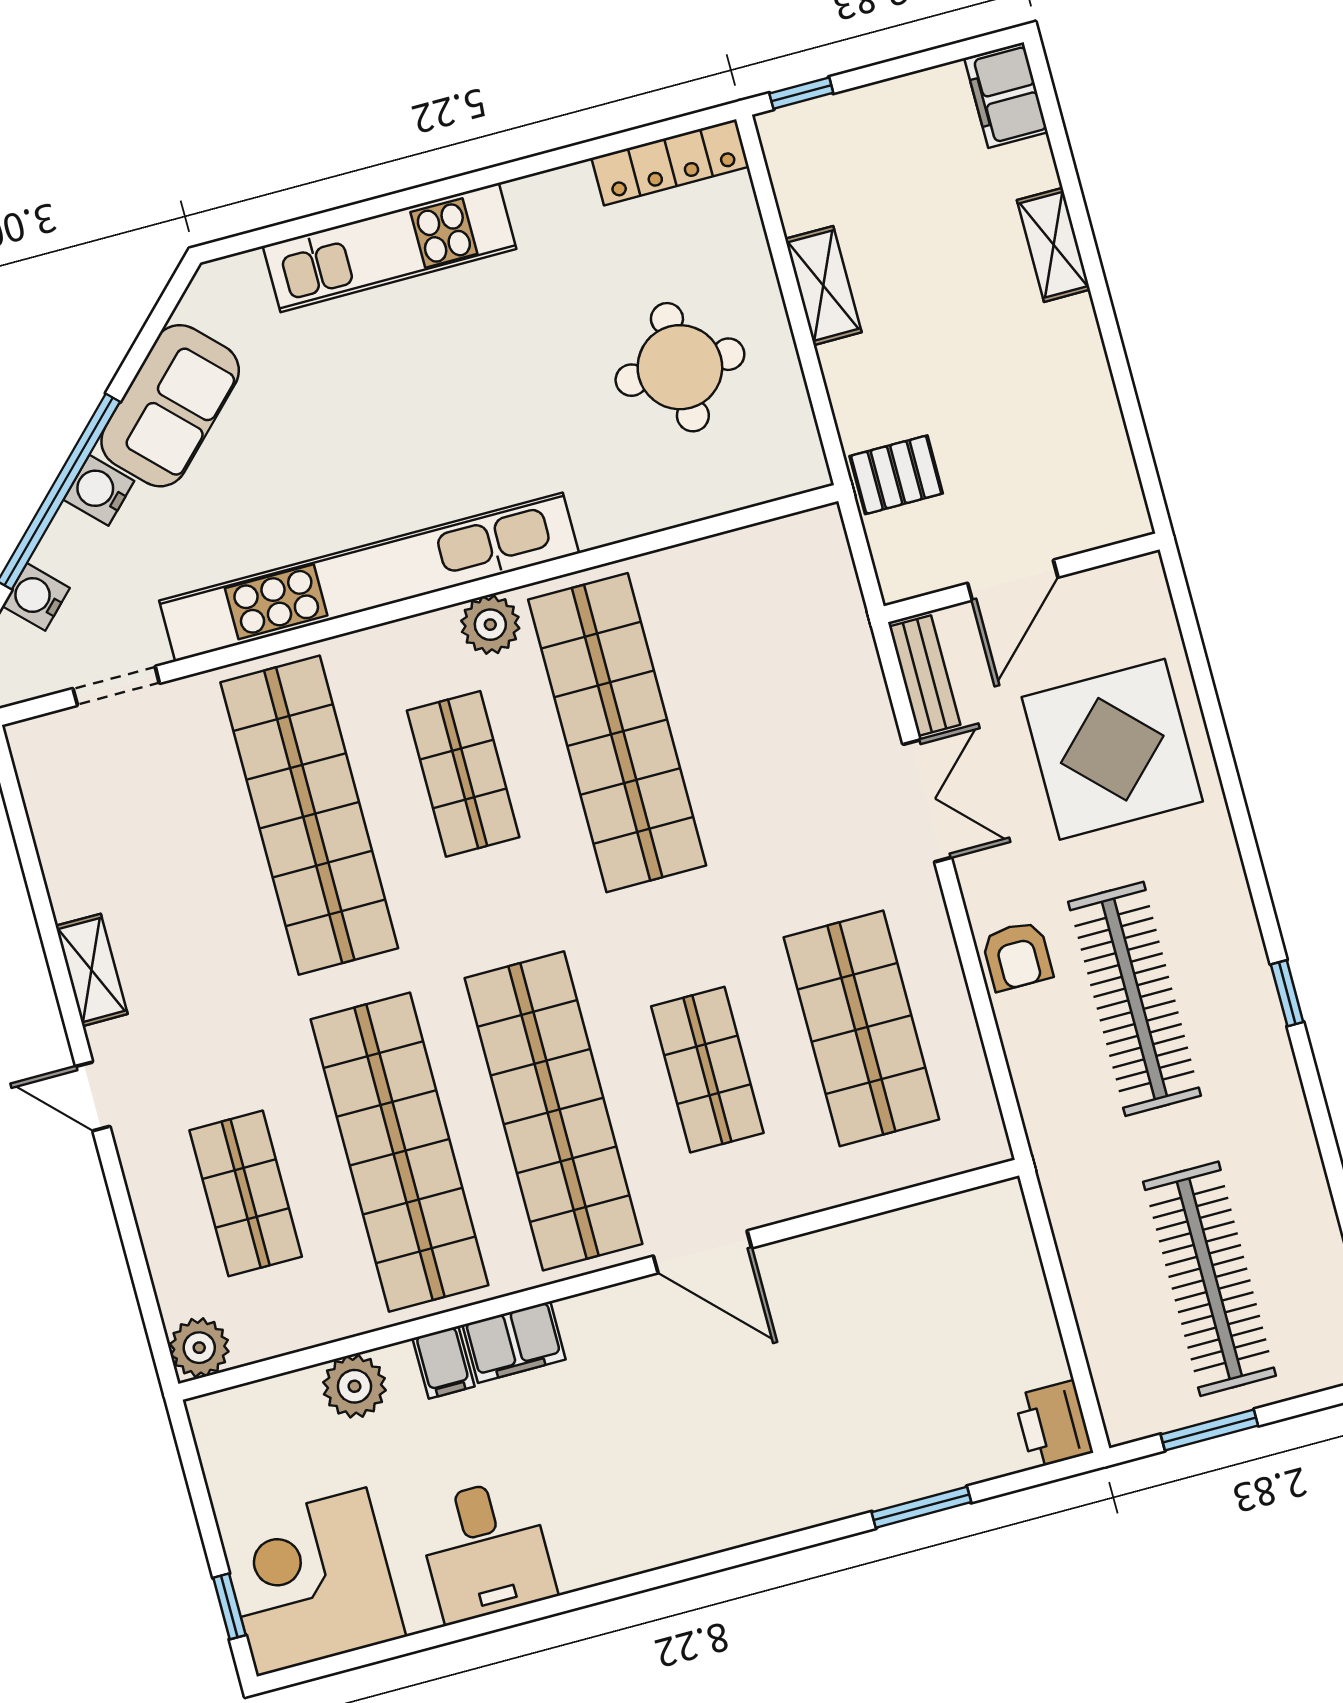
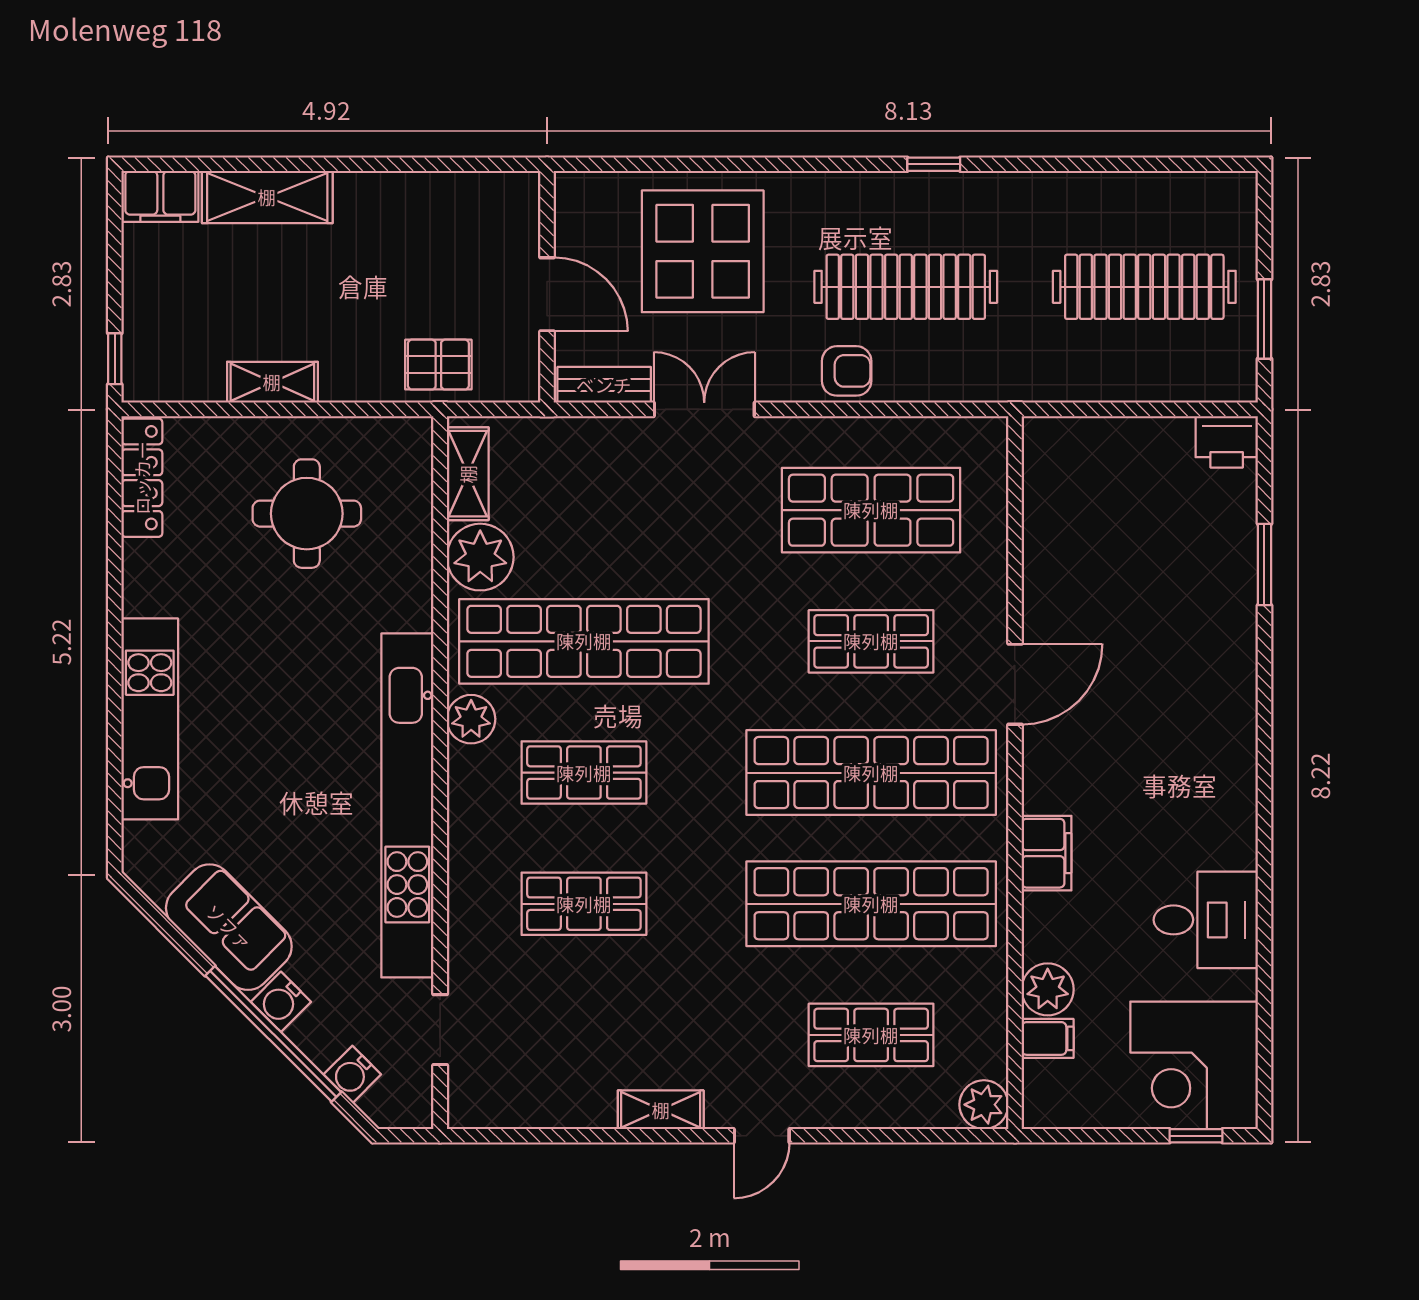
shelving: (1054, 245) -> (267, 197), width x1.50, depth x1.33
pallet: (896, 475) -> (438, 365), turned 90
shelving: (777, 543) -> (468, 474), added
plant: (683, 584) -> (480, 557), added
shop shelf: (309, 815) -> (584, 904), width x0.50, depth x0.74
filing cabinet: (444, 1362) -> (1048, 1038), moved

